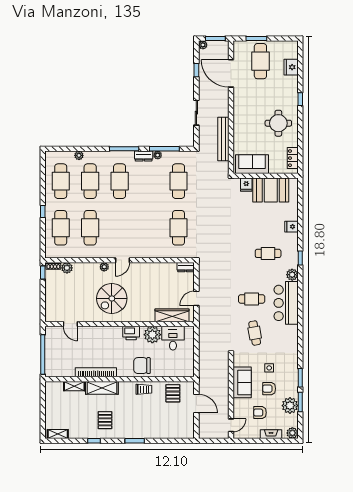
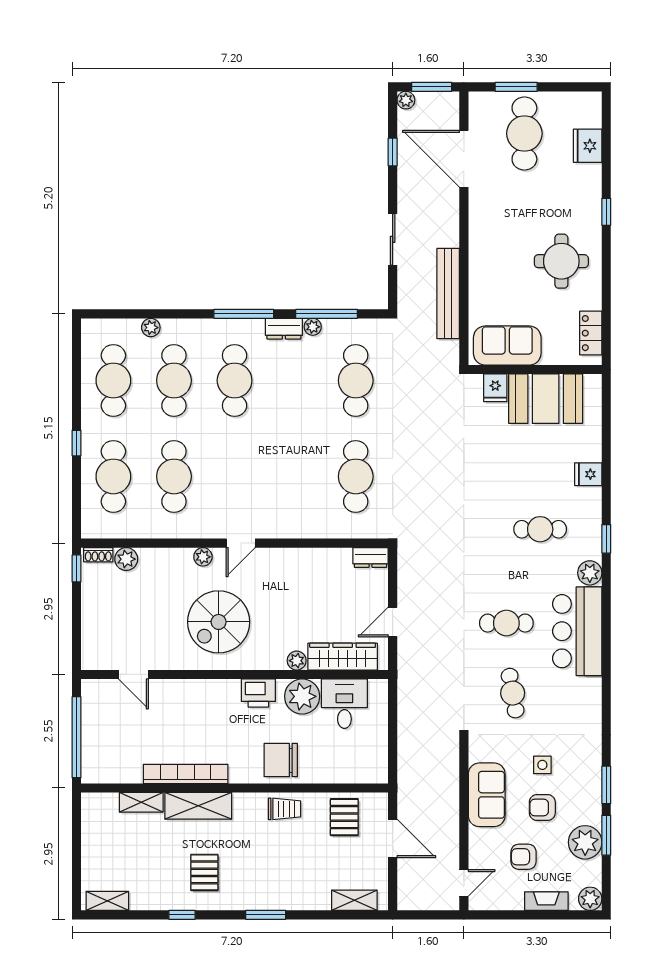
plant: (150, 317) -> (297, 661), added
shelving: (178, 434) -> (354, 900), added

